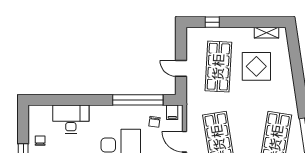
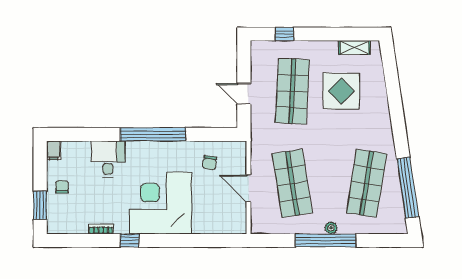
window: (138, 100) -> (153, 134), moved
filing cabinet: (172, 112) -> (54, 150), moved
desk: (71, 119) -> (108, 159), width x0.73

